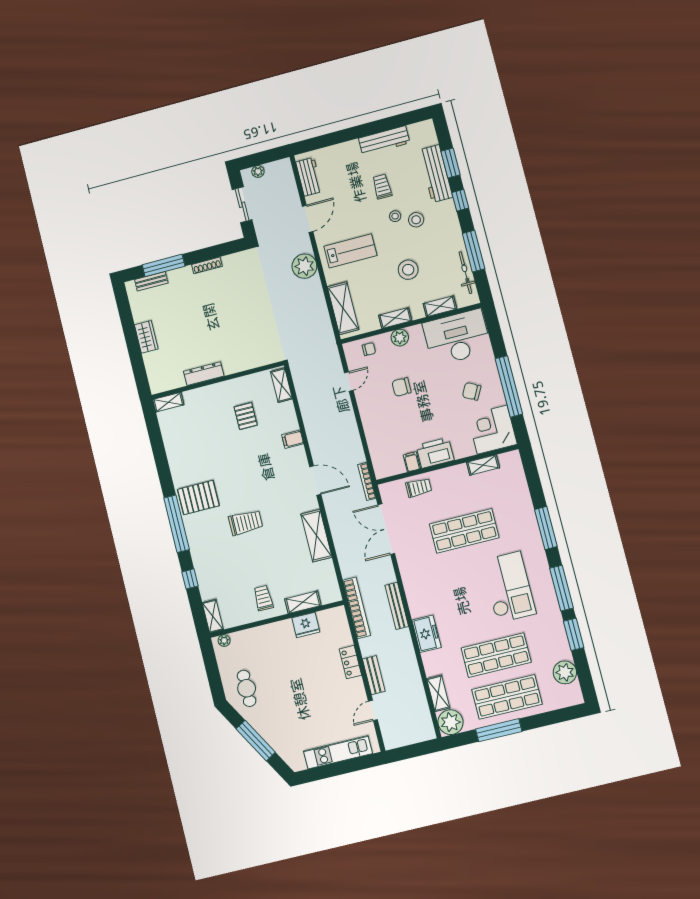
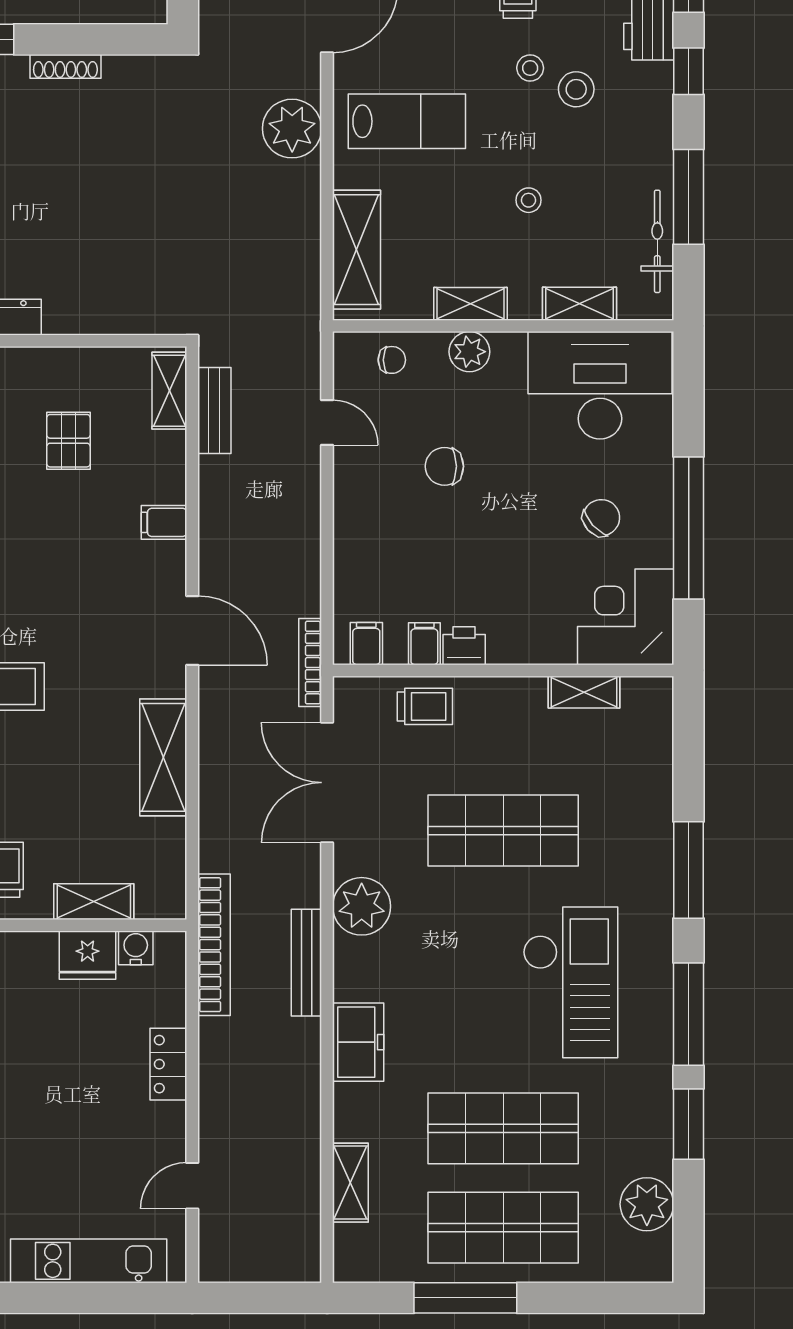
stool: (408, 270) -> (529, 200), width x0.53, depth x0.53
door: (349, 381) -> (327, 423), hinge flipped
chair: (472, 391) -> (601, 518), turned 110
printer: (435, 453) -> (464, 646), width x0.53, depth x0.68
filing cabinet: (388, 468) -> (366, 644), added
water cooler: (325, 617) -> (136, 948), added
bench: (374, 675) -> (214, 410), moved
plant: (451, 722) -> (362, 906), moved

